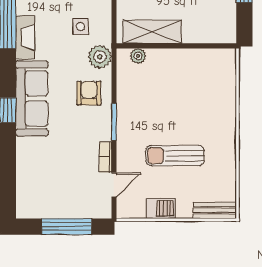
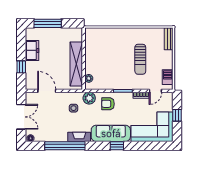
shelving: (152, 32) -> (76, 64), width x1.47
corner sofa: (45, 178) -> (152, 127), added
door: (114, 185) -> (155, 91), swing flipped
barbecue: (161, 208) -> (168, 77), moved
window: (67, 227) -> (177, 115), width x0.46

